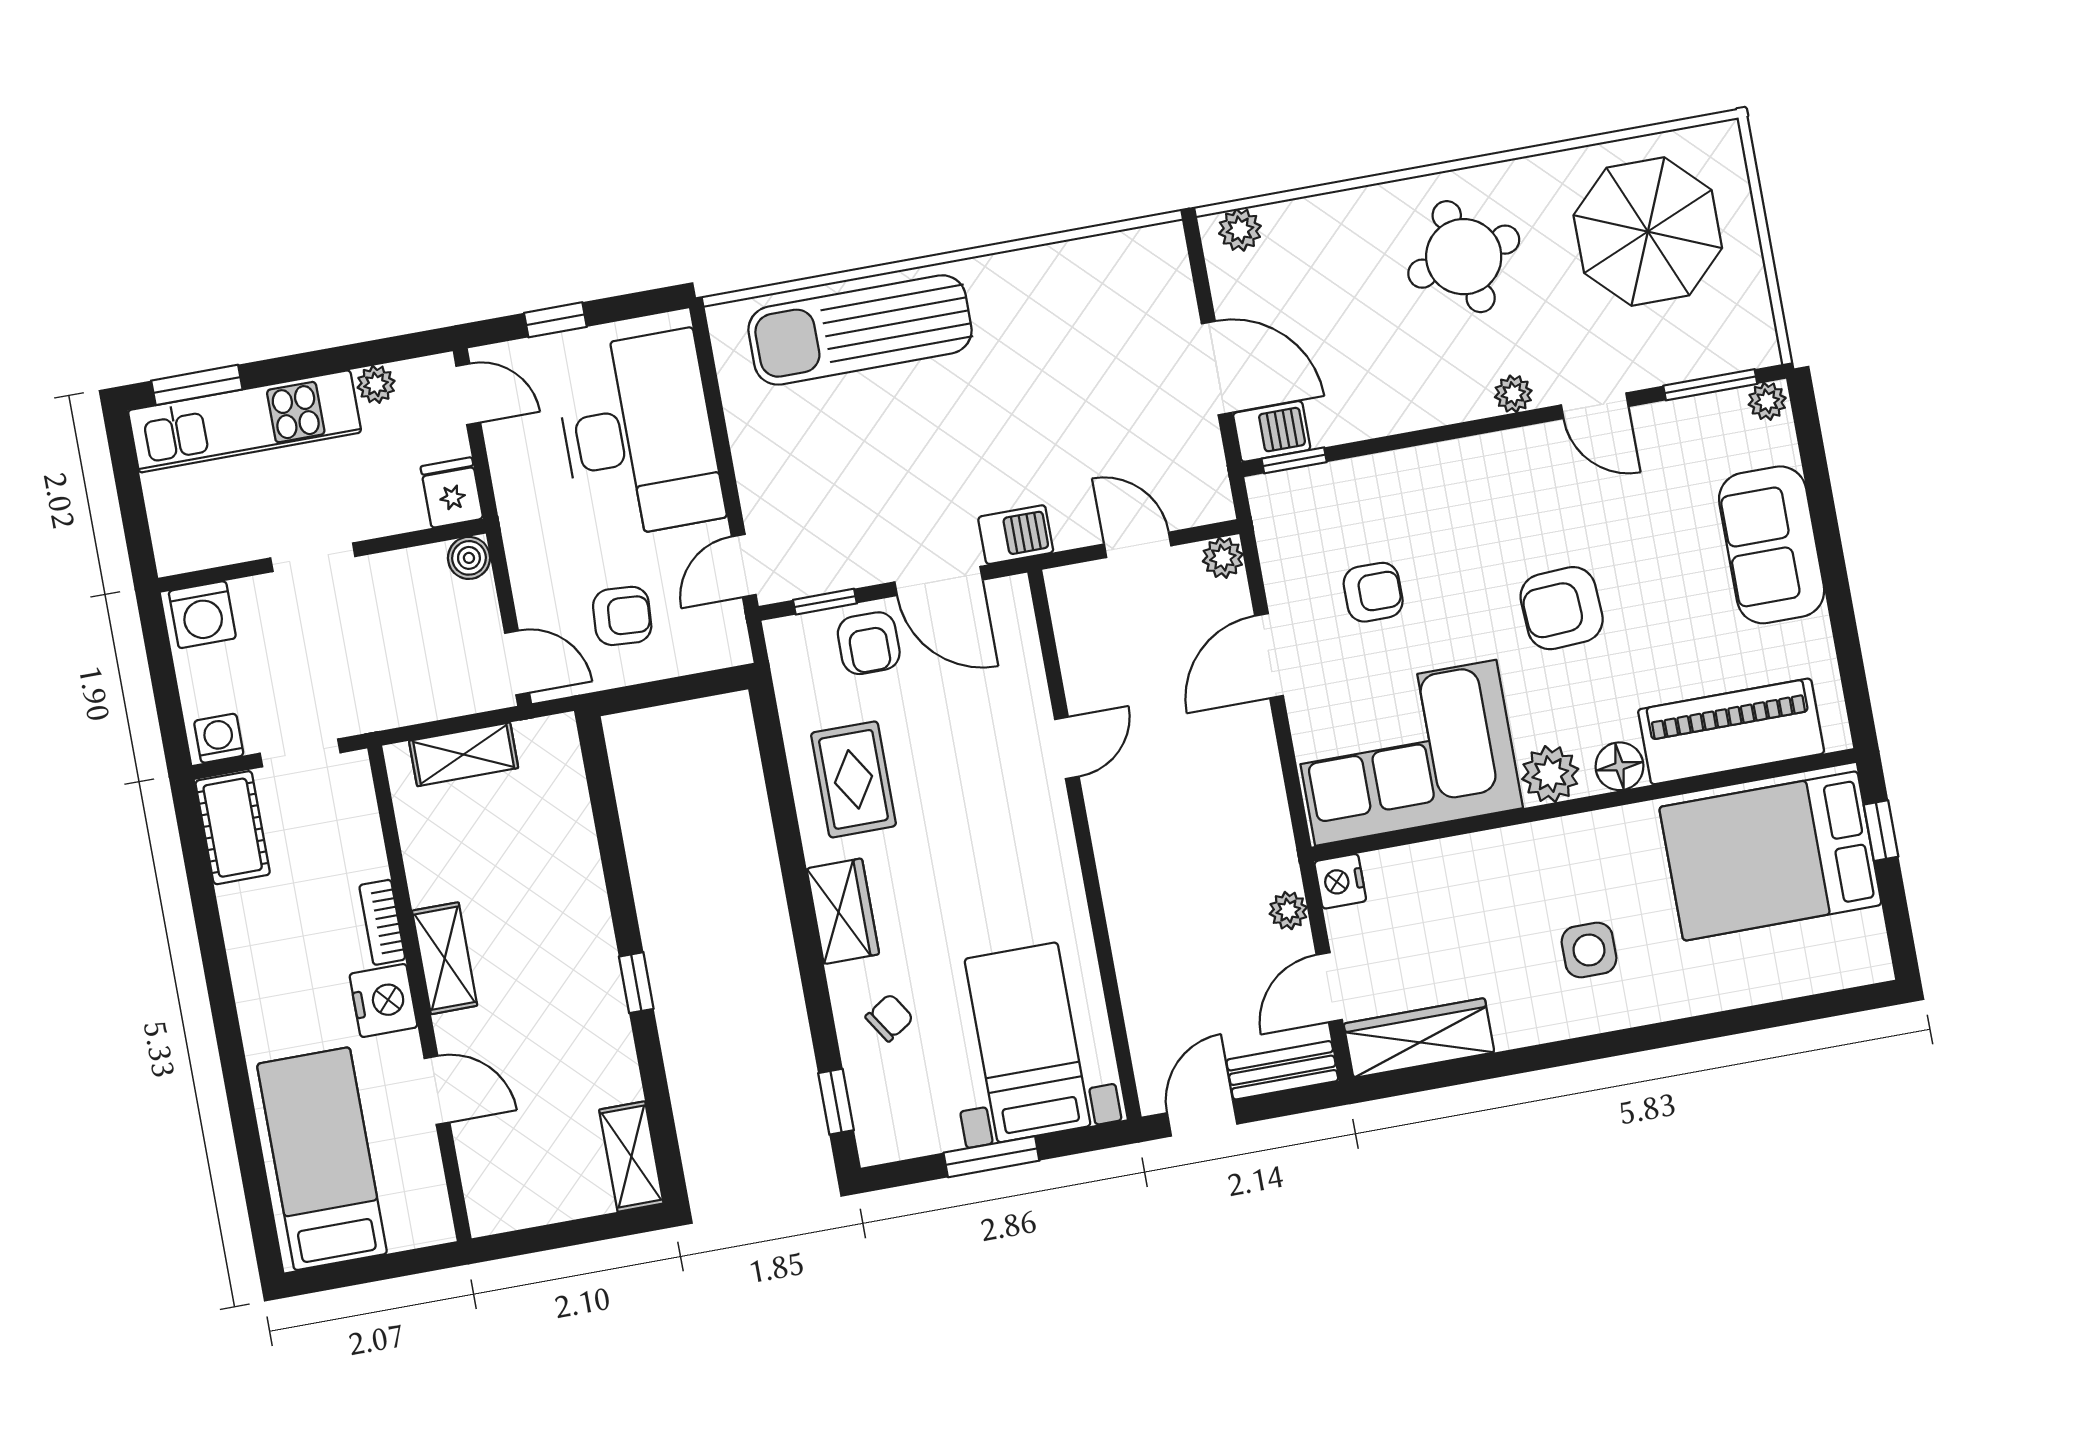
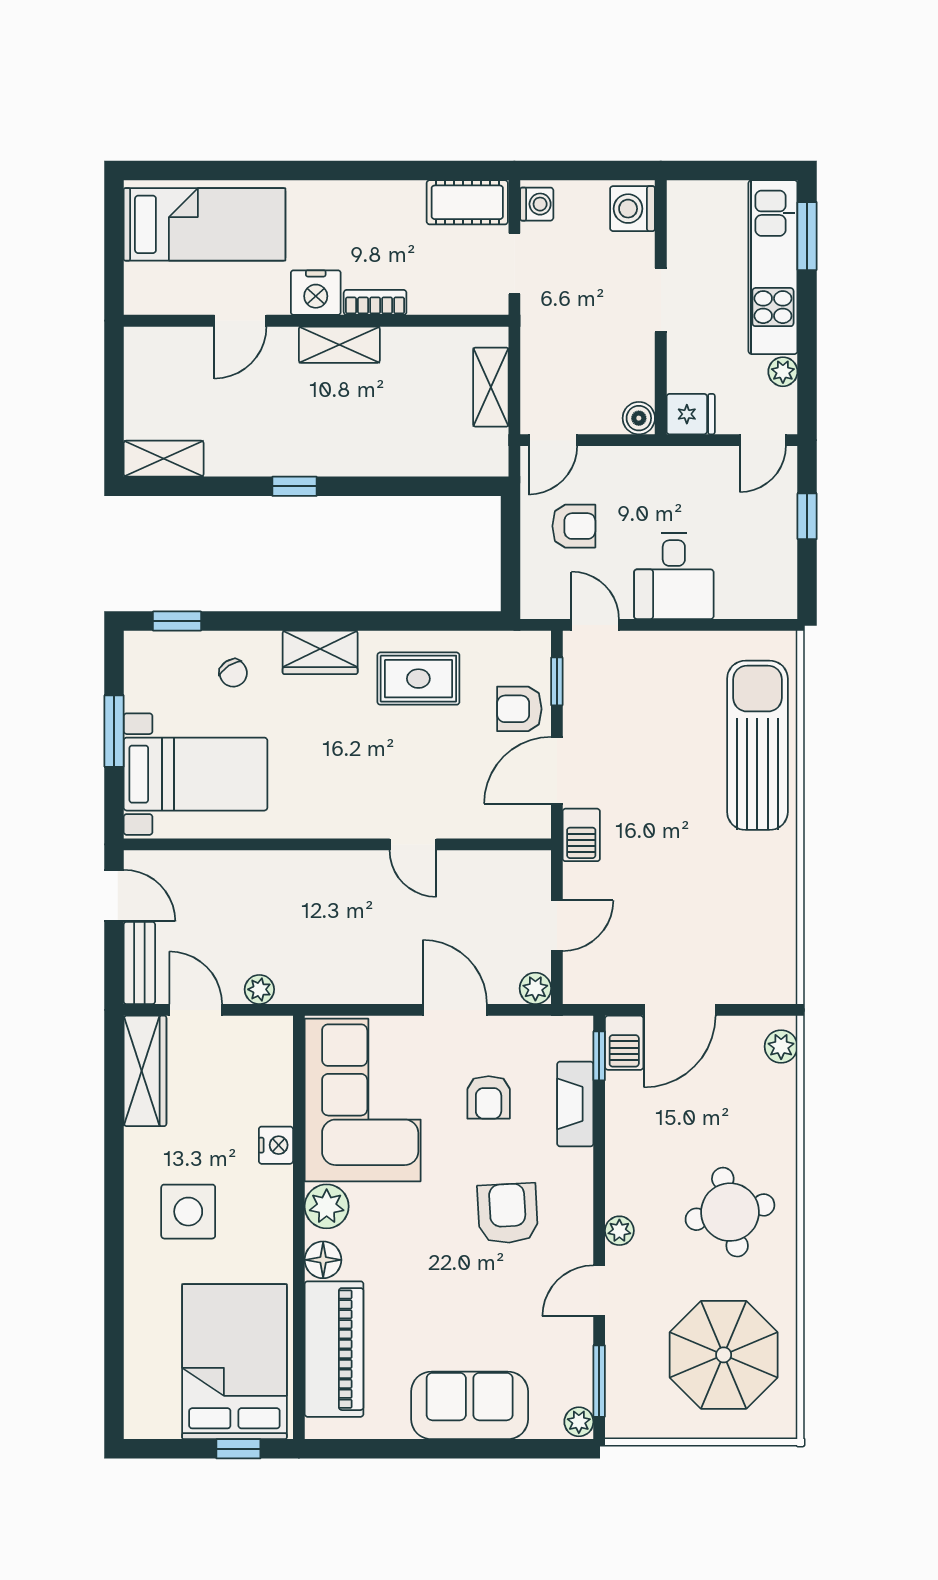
desk: (639, 435) -> (674, 576), width x0.53, depth x0.77
fireplace: (1361, 480) -> (575, 1104), added
armchair: (1562, 608) -> (508, 1213), moved
armchair: (622, 616) -> (574, 526), turned -94
nightstand: (1340, 881) -> (276, 1145), moved, turned 90
side table: (1589, 950) -> (188, 1212), width x1.37, depth x1.37

